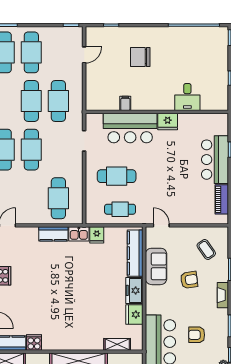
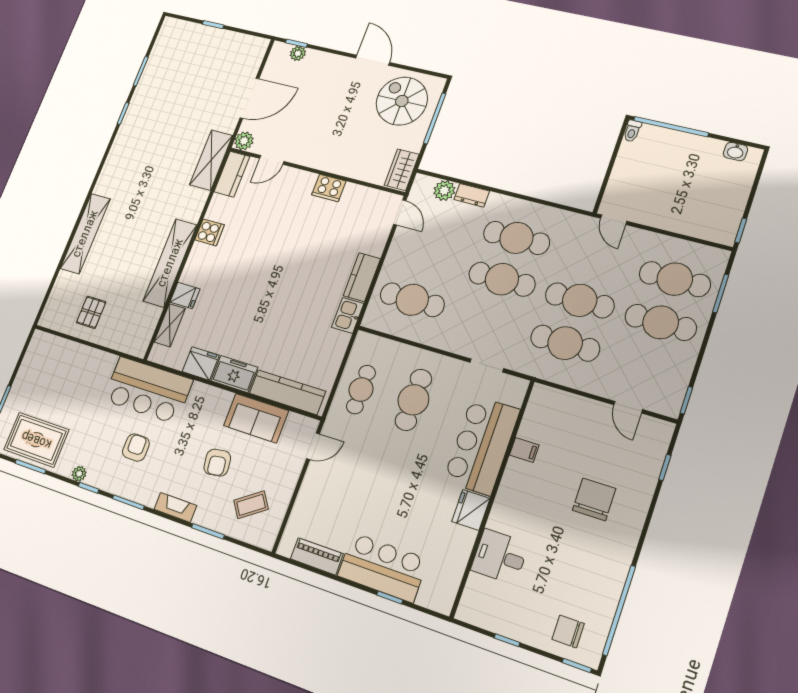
chair: (214, 48) -> (568, 631), added
fridge: (97, 235) -> (185, 295), moved, turned 180
cooker: (34, 342) -> (210, 232), moved

